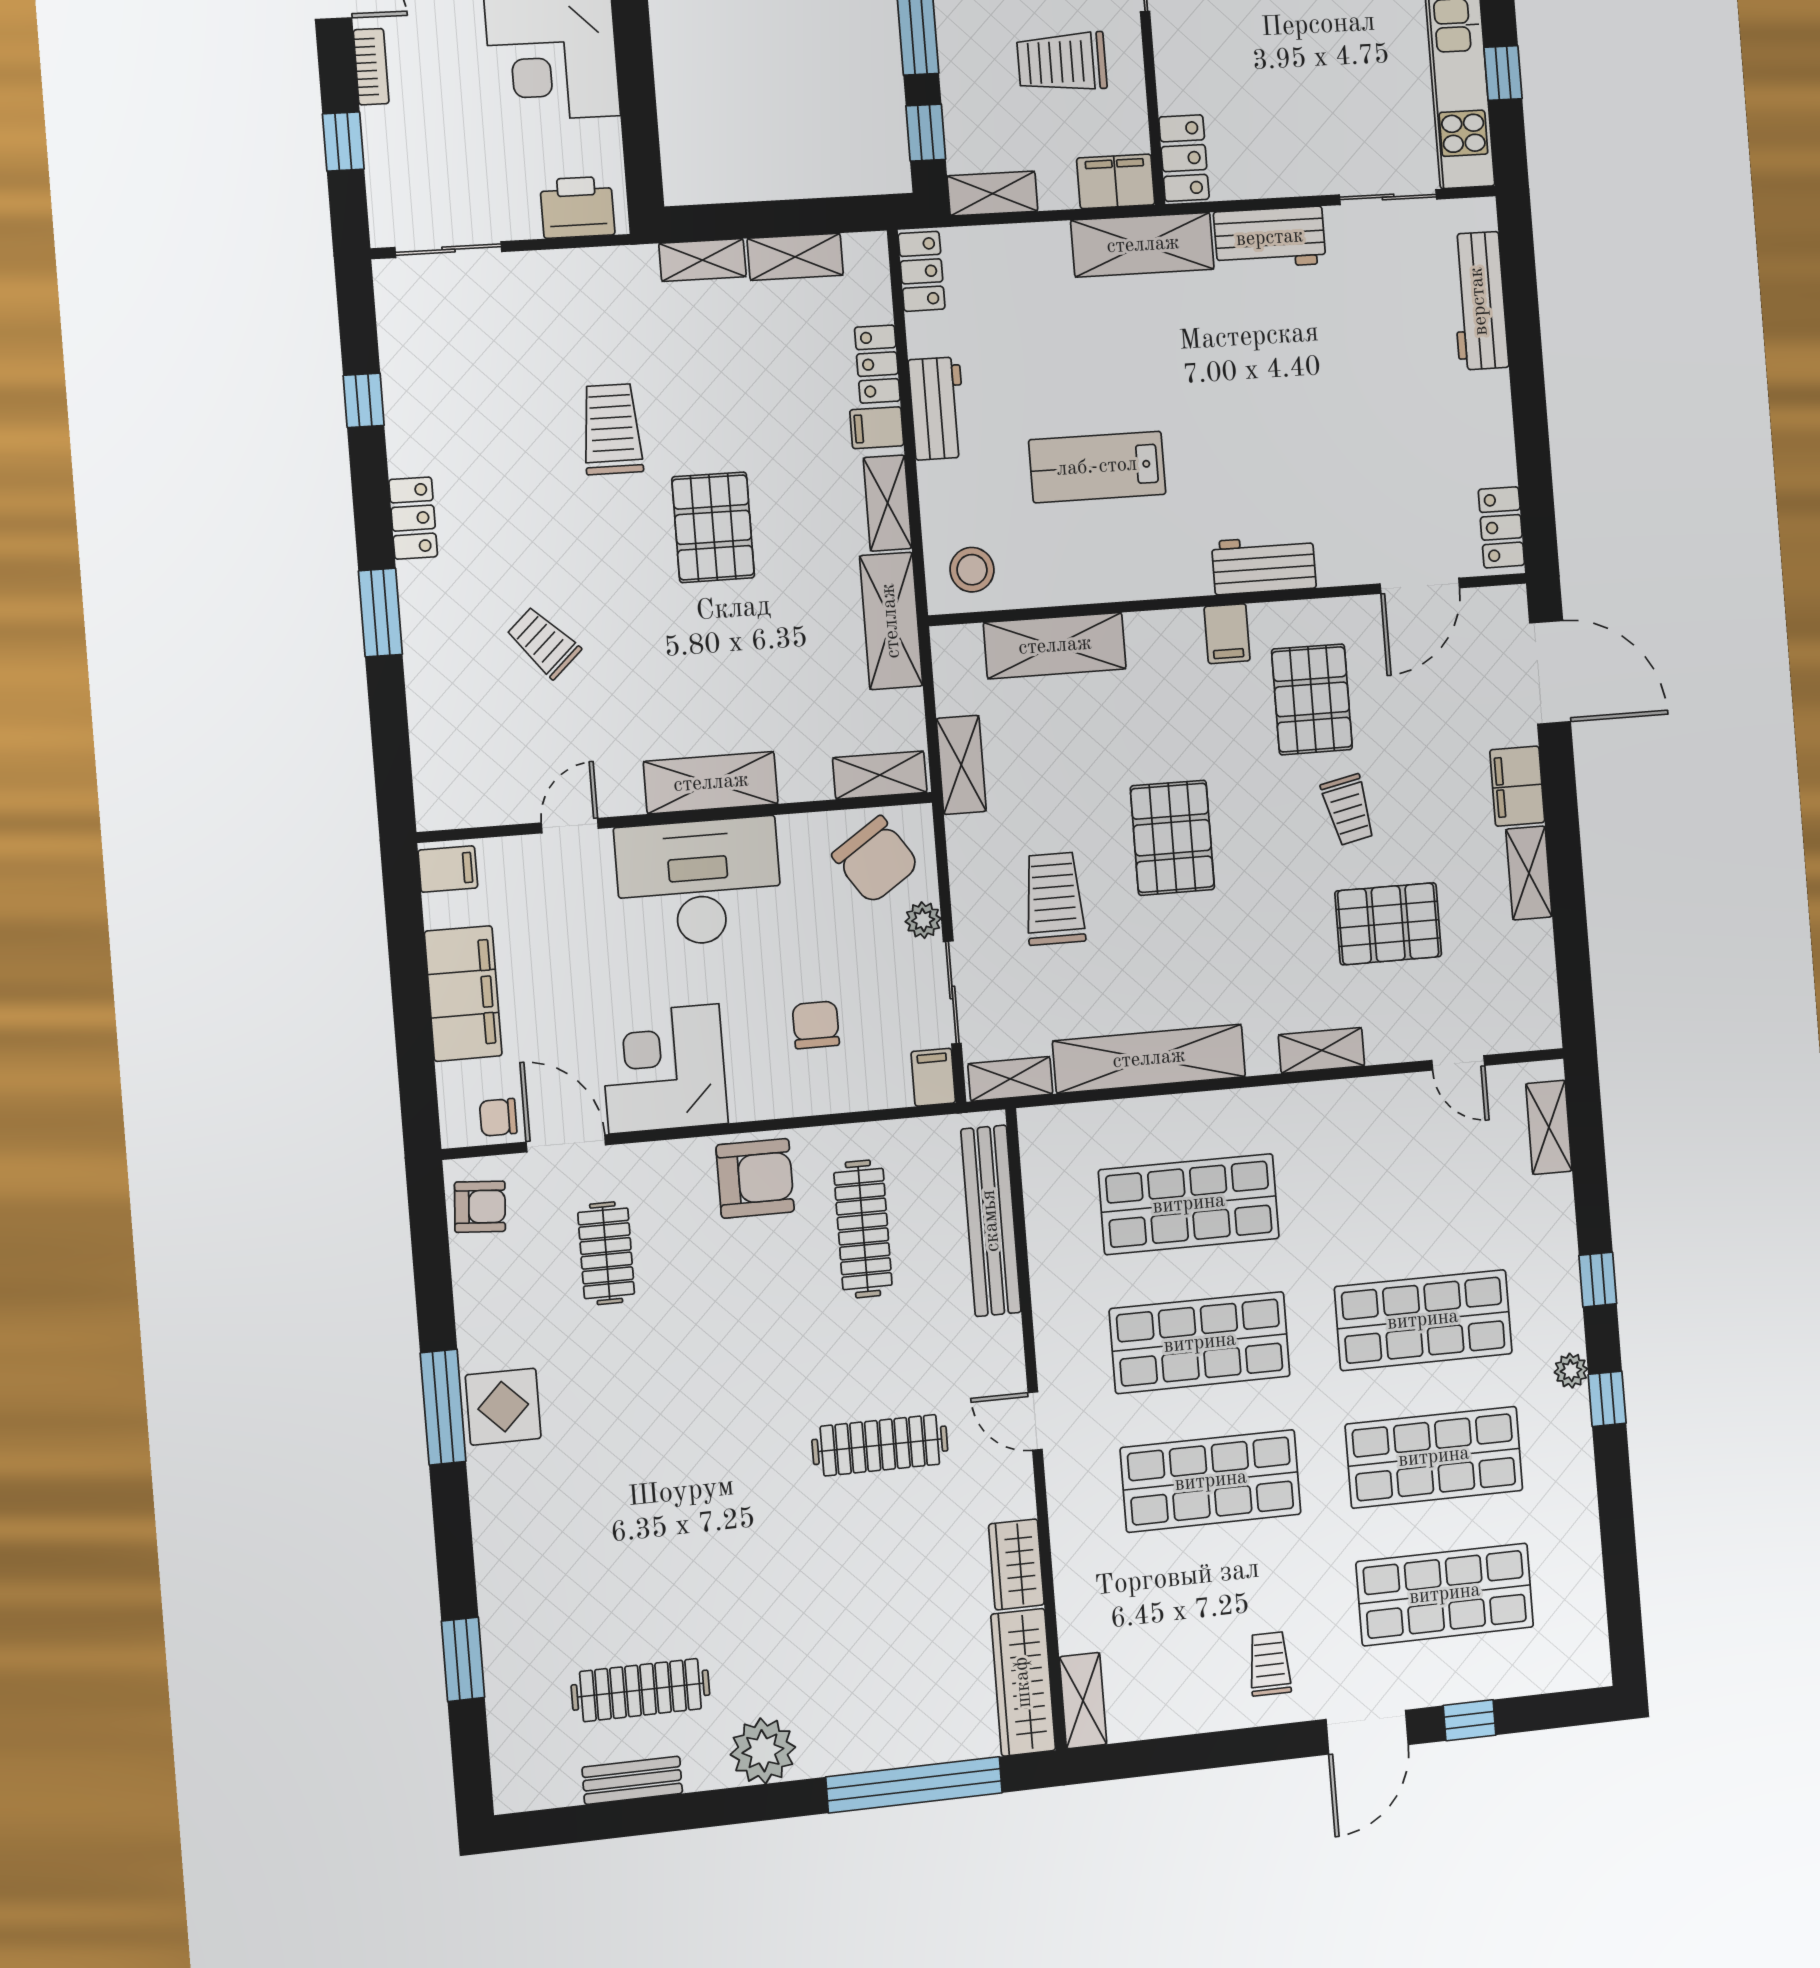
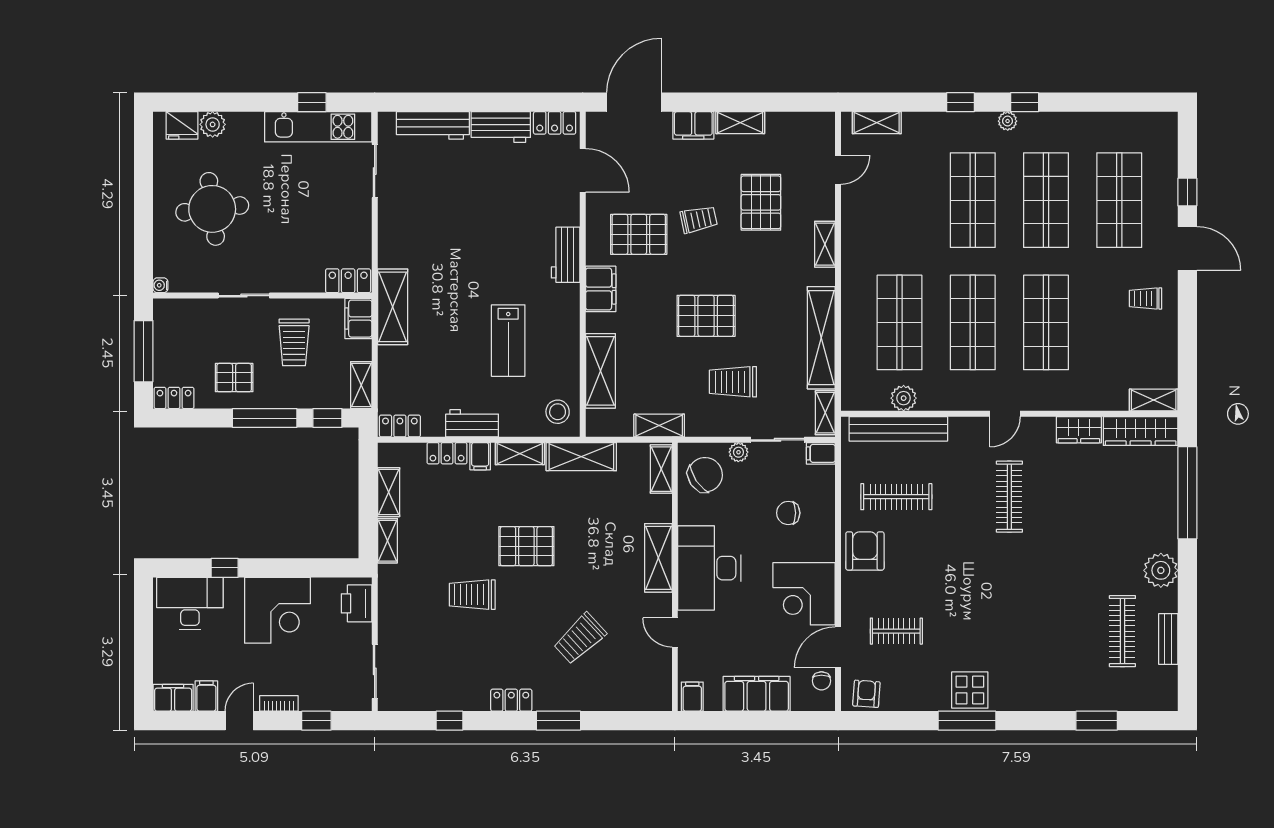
workbench: (1270, 238) -> (501, 127), moved, turned 90
filing cabinet: (1227, 634) -> (601, 289), width x2.00
trolley: (544, 642) -> (580, 639), width x1.36, depth x1.39
plant: (1049, 1225) -> (904, 398), added

